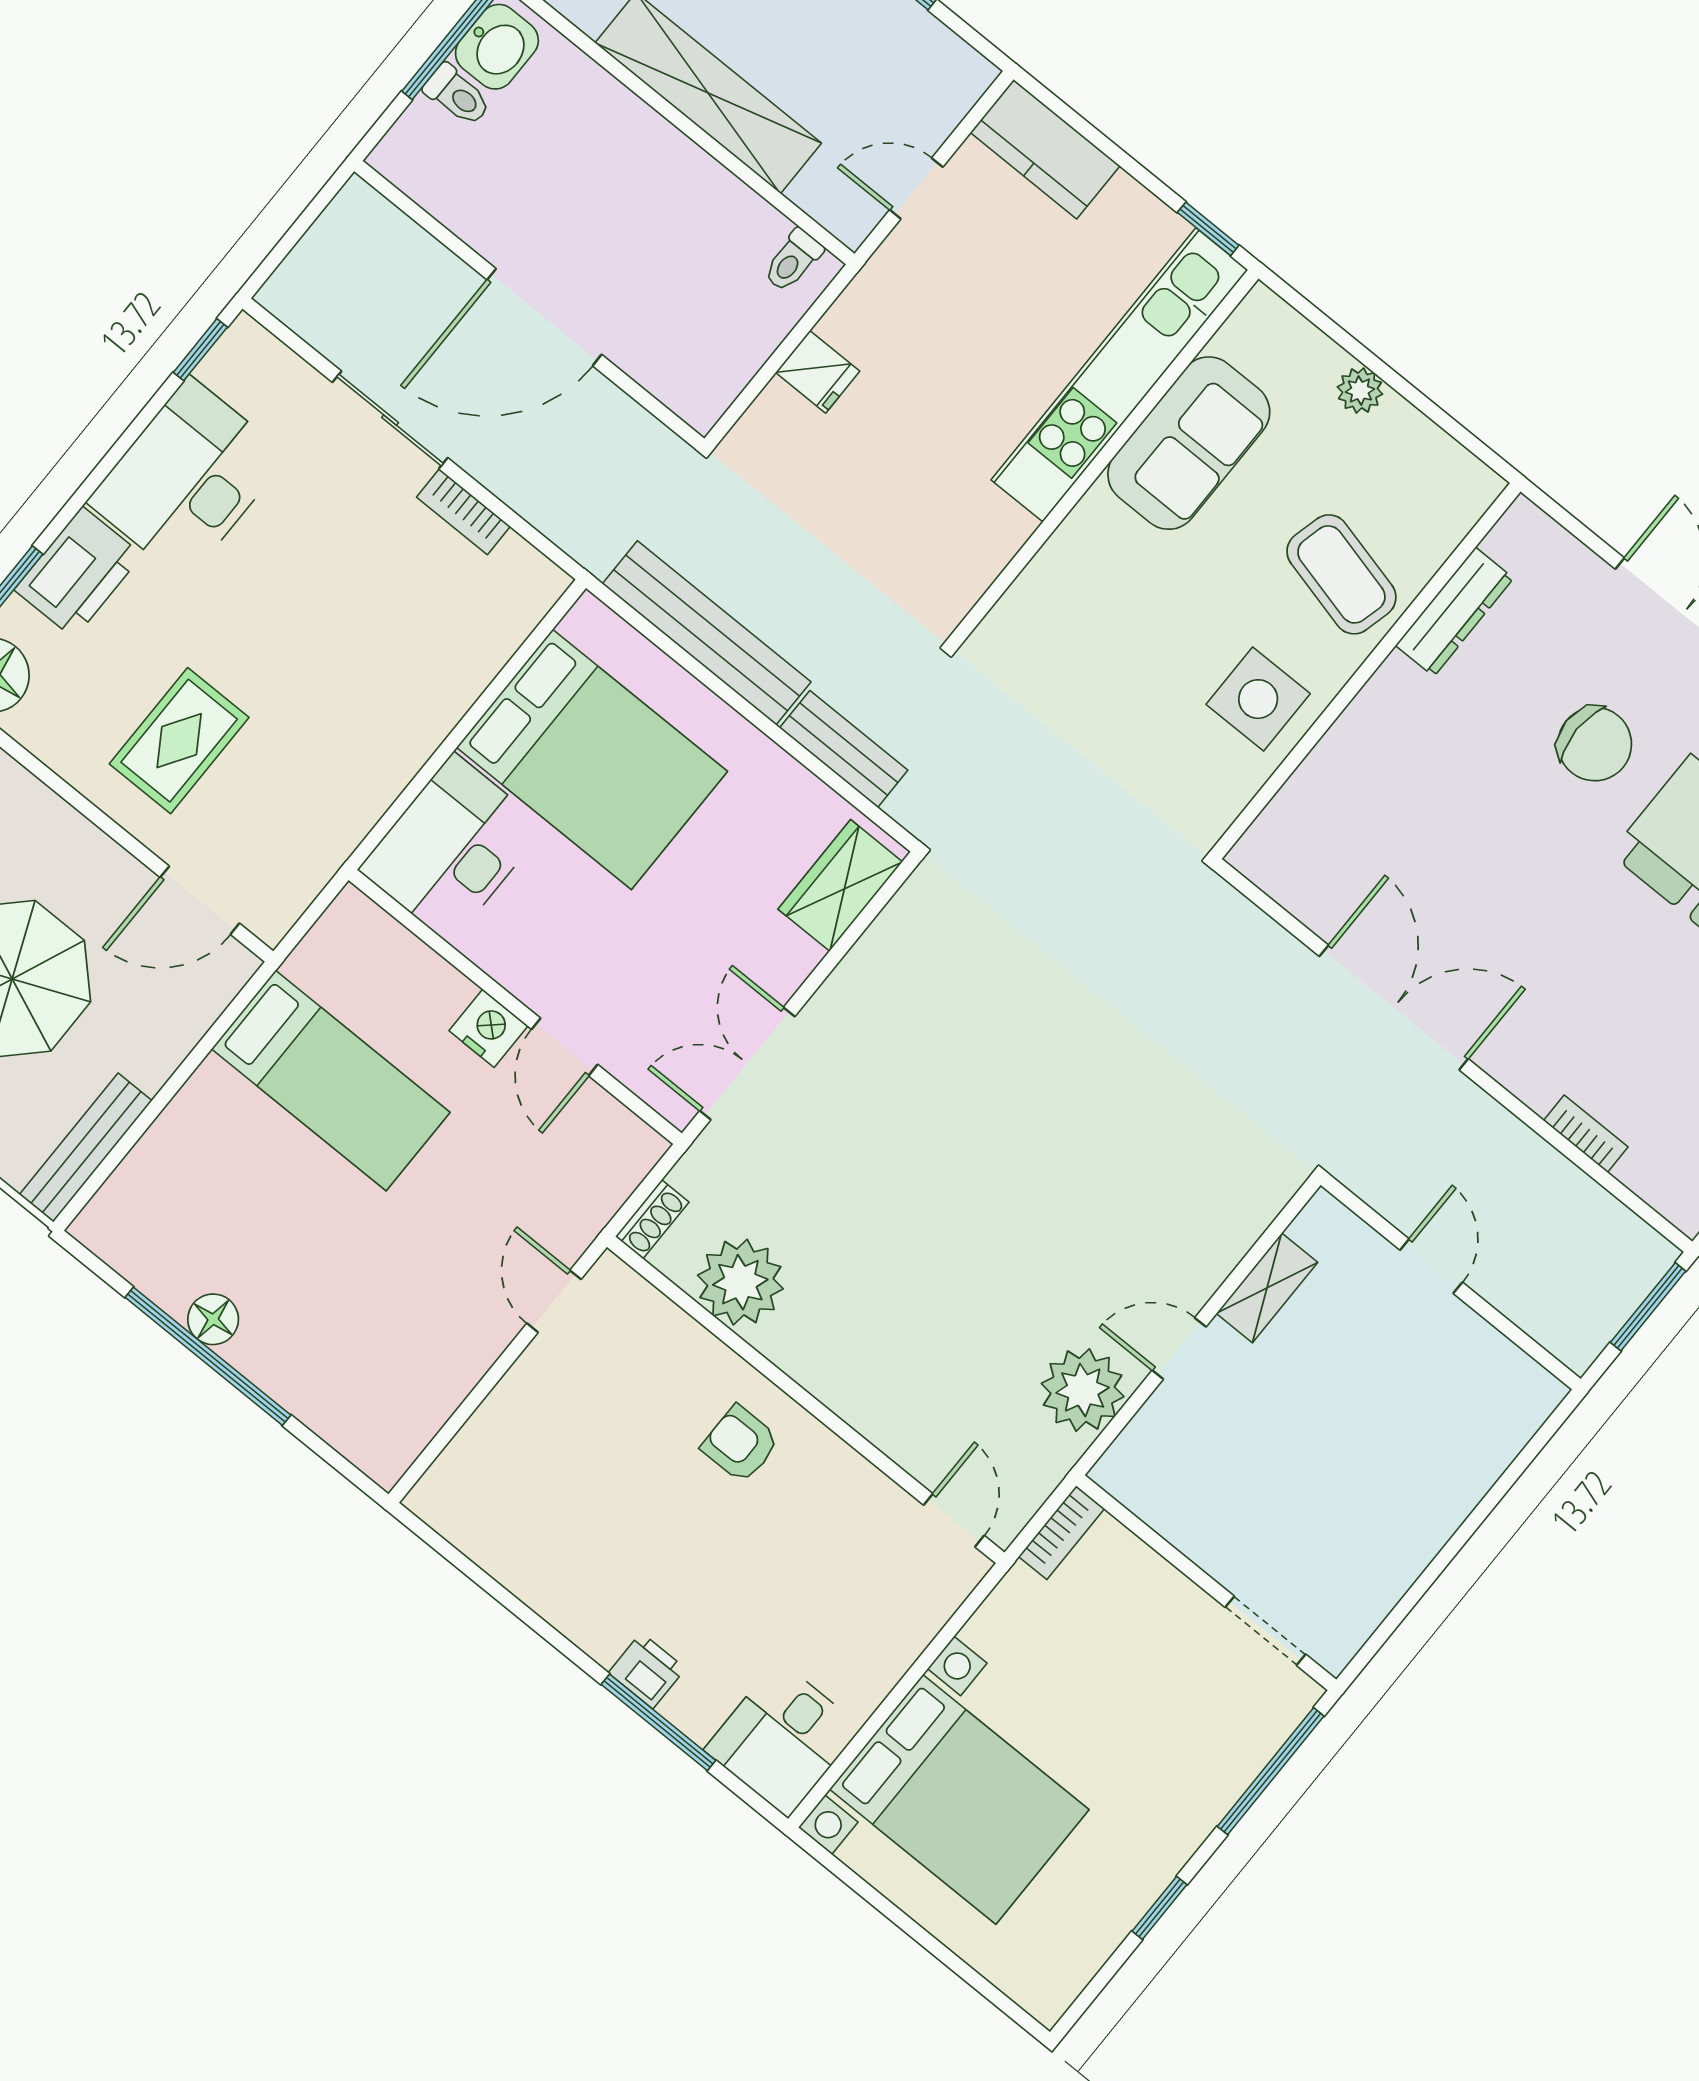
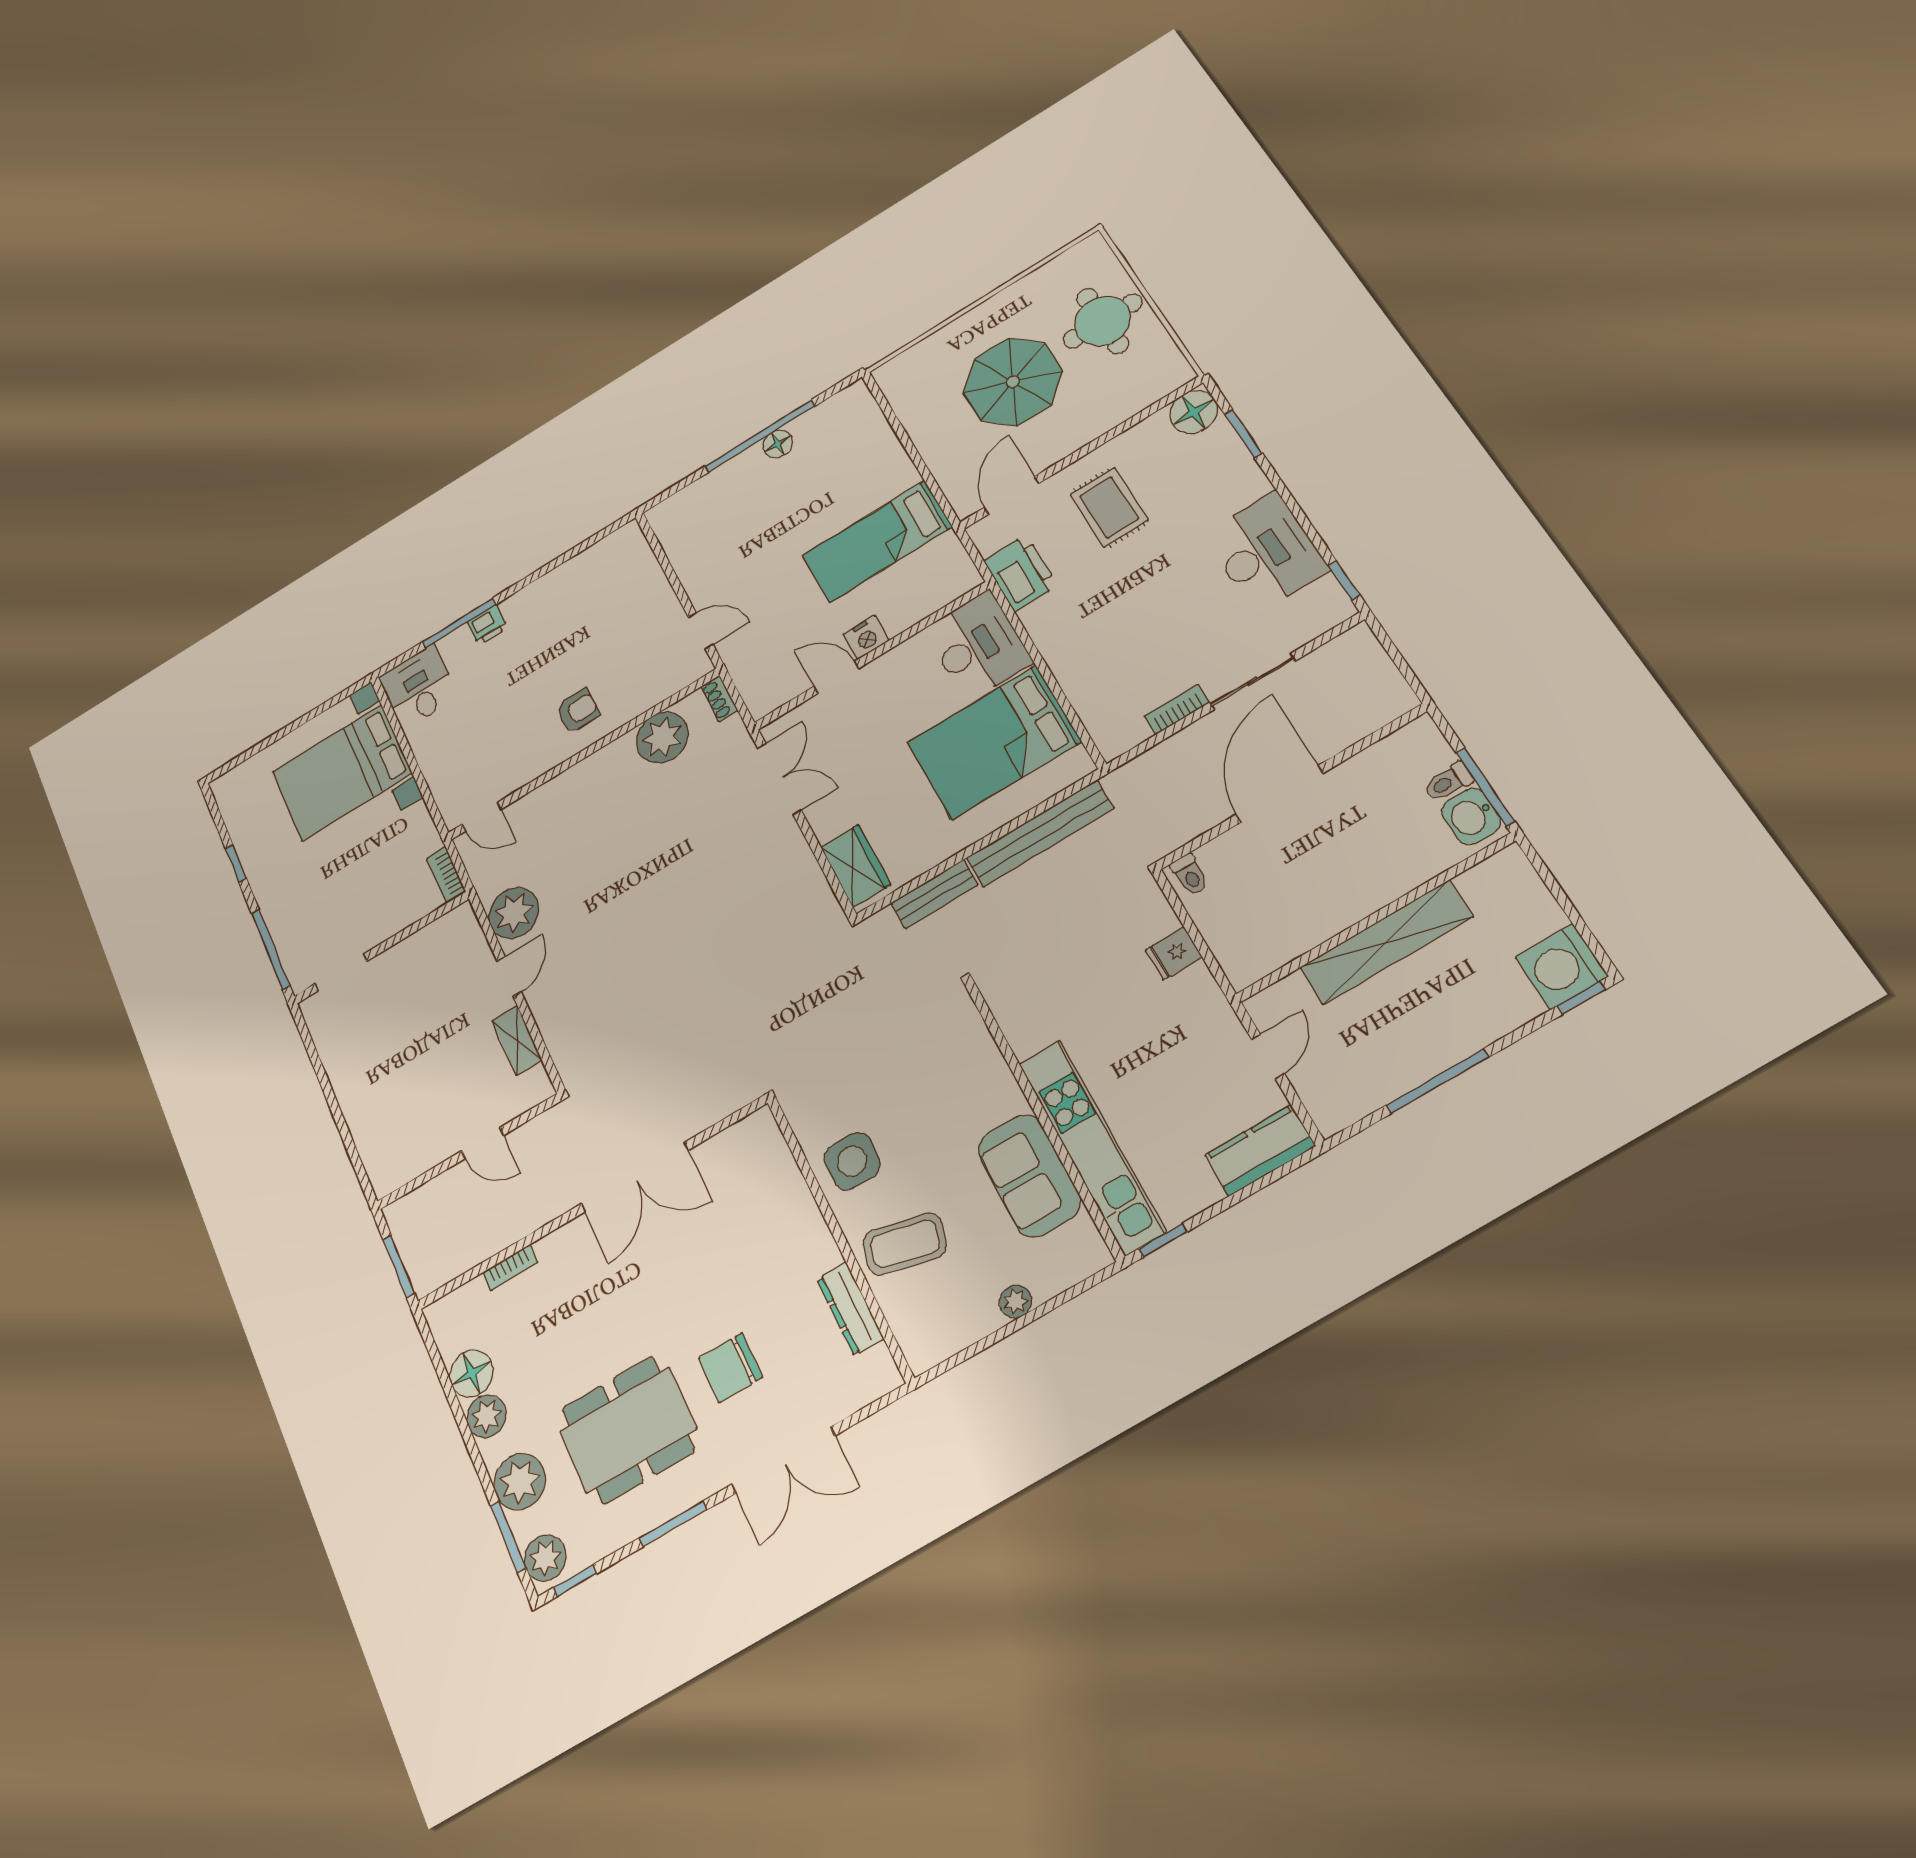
toilet: (793, 260) -> (1190, 875), moved, turned 180
printer: (78, 572) -> (1020, 573), moved, turned 180
bench: (86, 1148) -> (901, 399), removed

